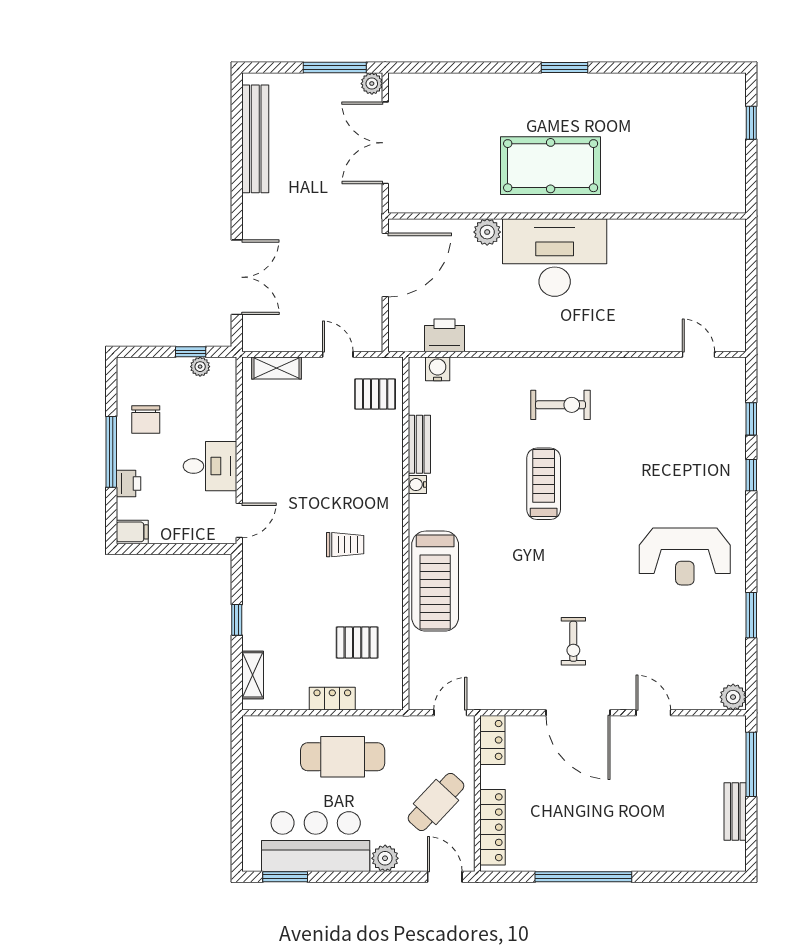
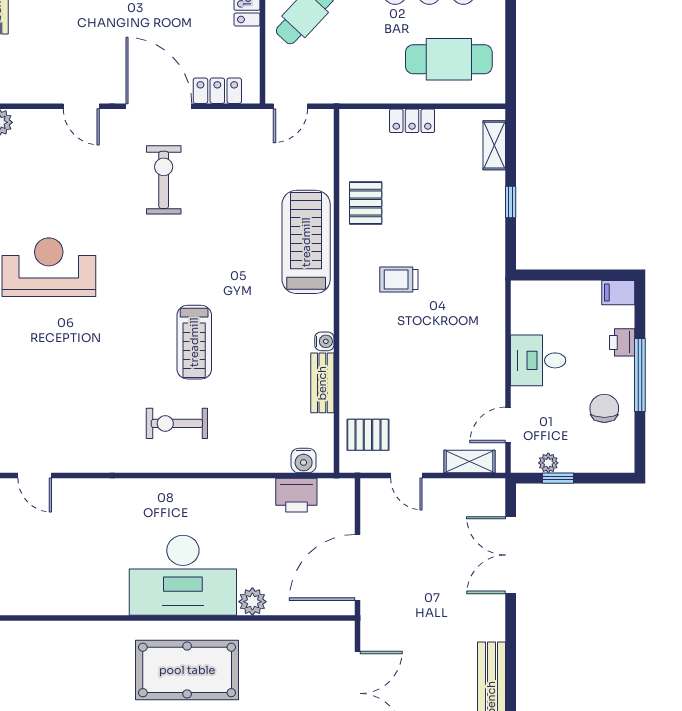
door: (239, 520) -> (508, 425), moved
exercise bike: (573, 641) -> (164, 180), width x1.38, depth x1.39
pallet: (357, 642) -> (366, 203), moved, turned 90
locker: (492, 740) -> (217, 91), moved, turned 90
cafe table: (343, 757) -> (449, 59), moved

